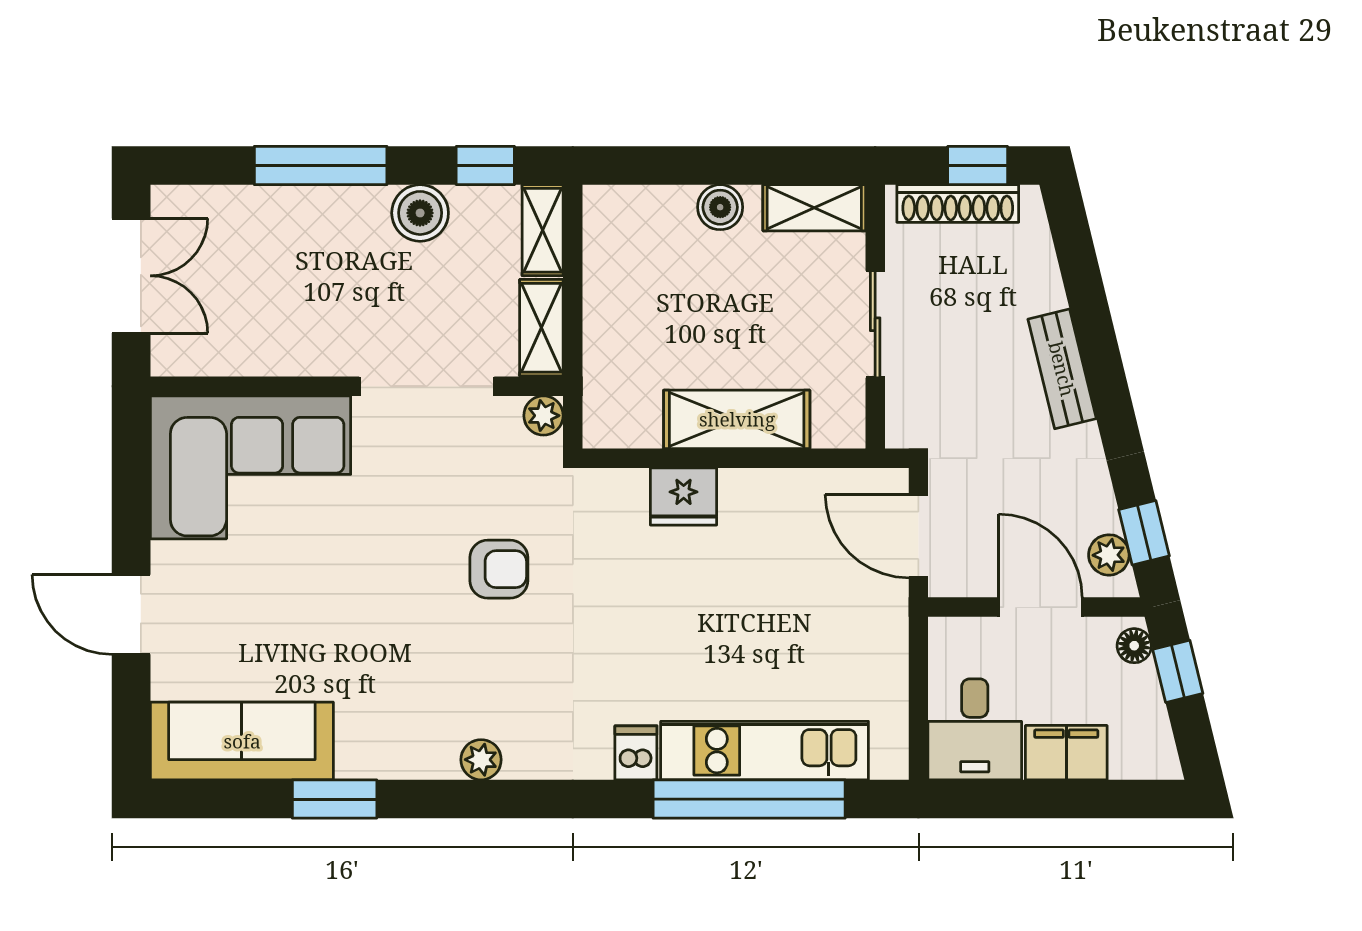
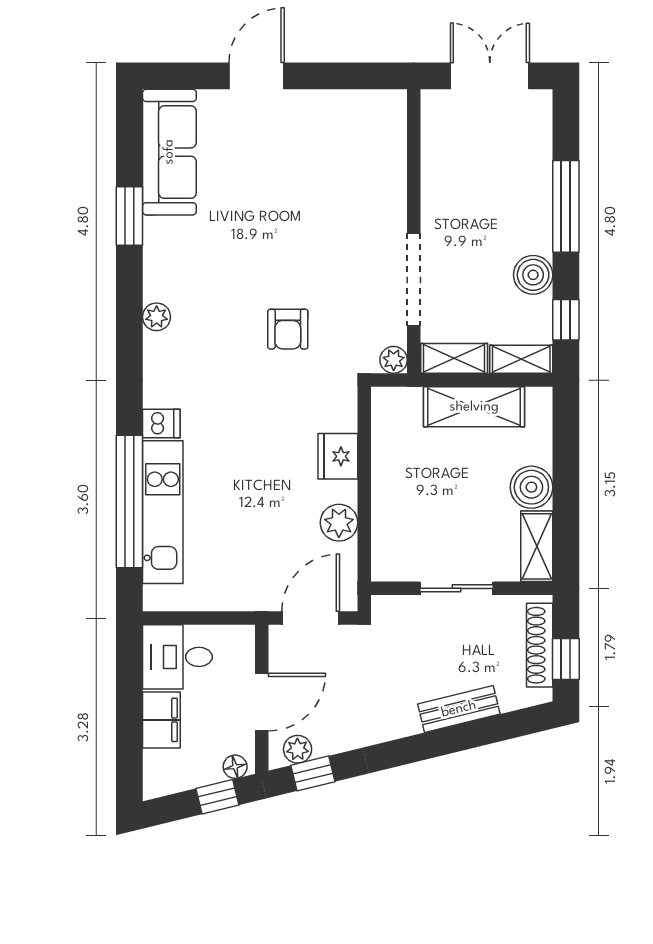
boiler: (720, 207) -> (531, 487), width x1.36, depth x1.36
double door: (131, 276) -> (490, 76), swing flipped
bench: (1062, 369) -> (459, 709), moved
shelving: (737, 419) -> (474, 407), moved, turned 90
corner sofa: (251, 467) -> (358, 158), removed
plant: (780, 495) -> (339, 523), added

